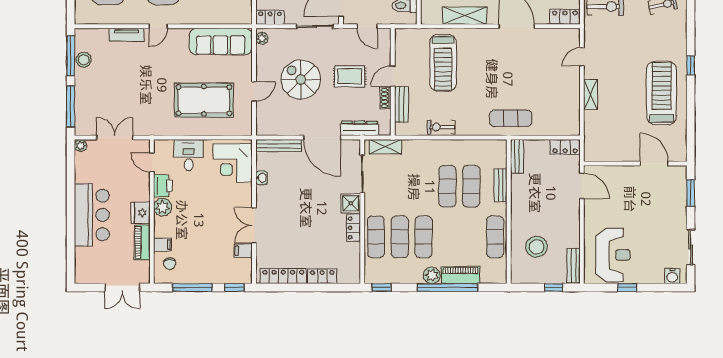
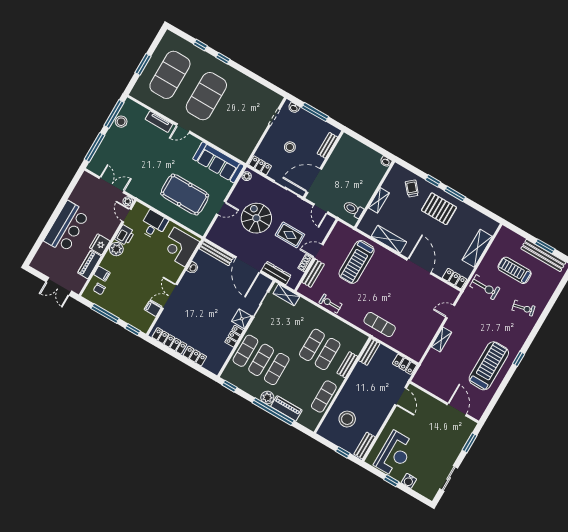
plant: (81, 146) -> (128, 201), moved
water cooler: (672, 276) -> (409, 481), moved

